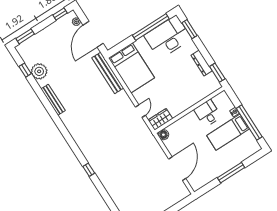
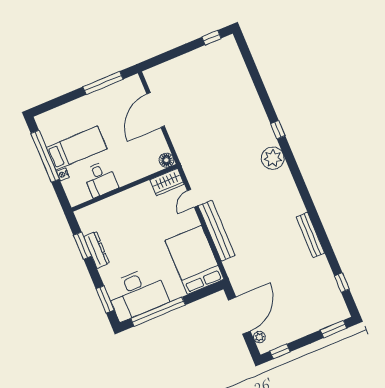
plant: (39, 71) -> (273, 158), moved
bench: (108, 73) -> (217, 231), moved
window: (217, 73) -> (83, 246), moved
window: (231, 173) -> (103, 83), moved

